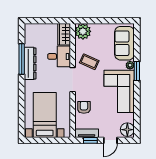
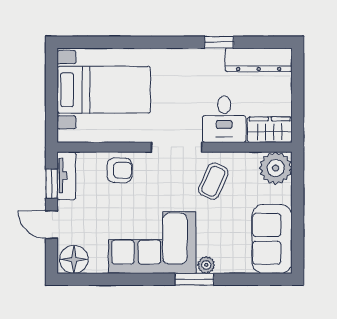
sofa: (124, 43) -> (272, 239), moved, turned -90
window: (22, 59) -> (219, 42), width x0.46
dresser: (30, 63) -> (259, 60), moved

